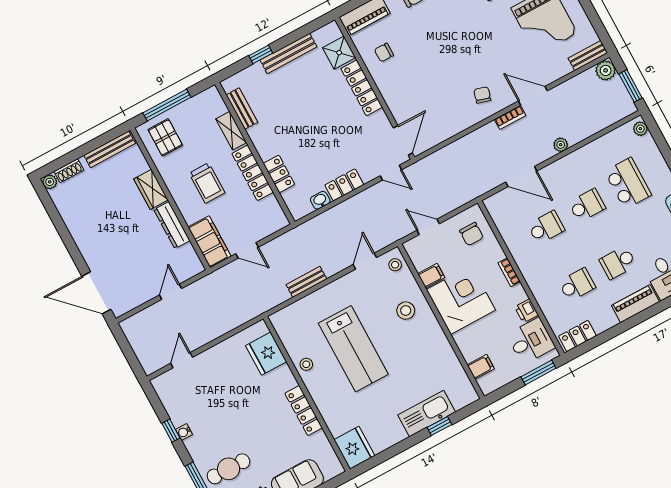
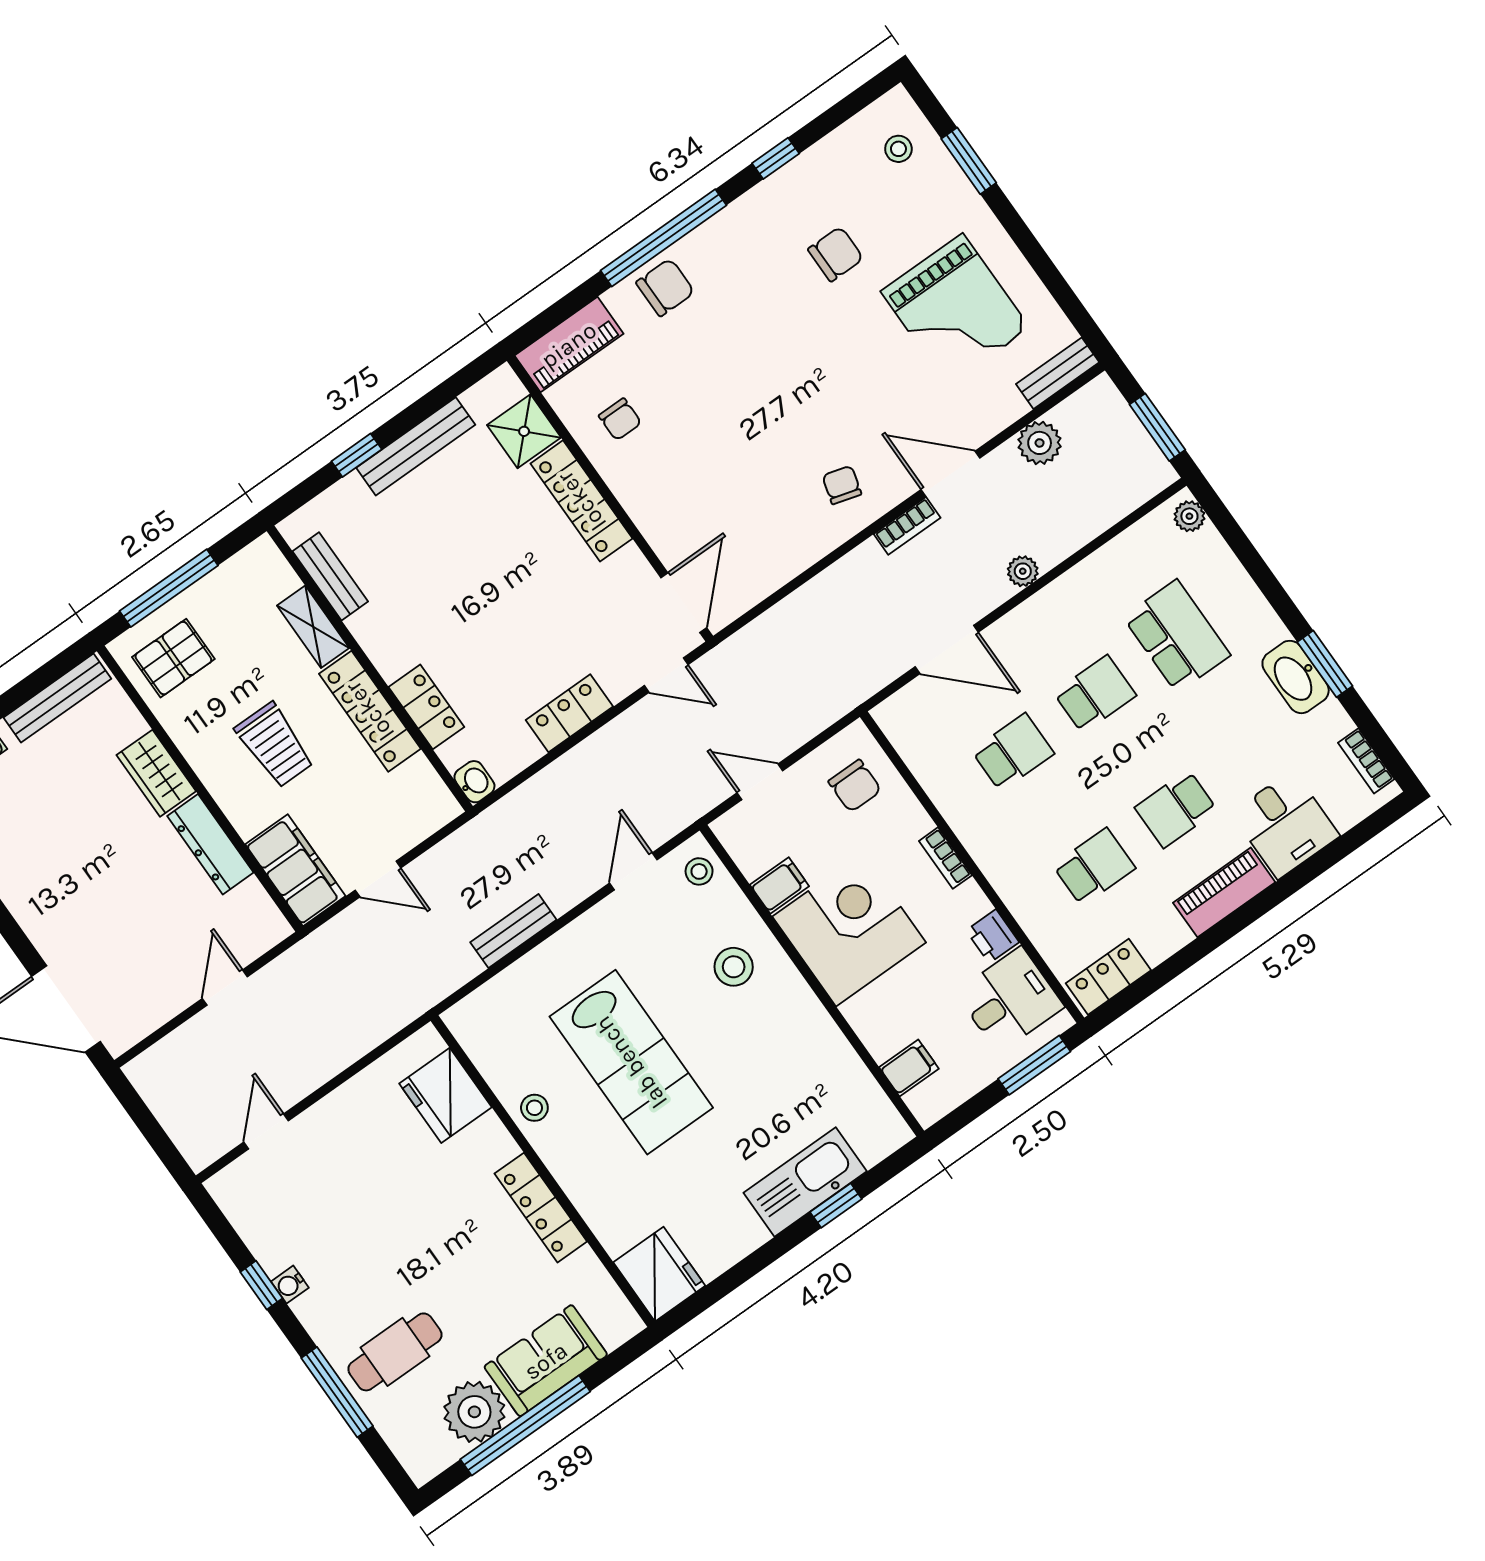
chair: (384, 52) -> (620, 419), turned -90
plant: (606, 70) -> (1040, 443), moved
pallet: (165, 137) -> (173, 658), turned 90
washbasin: (320, 200) -> (474, 782), moved, turned 90

